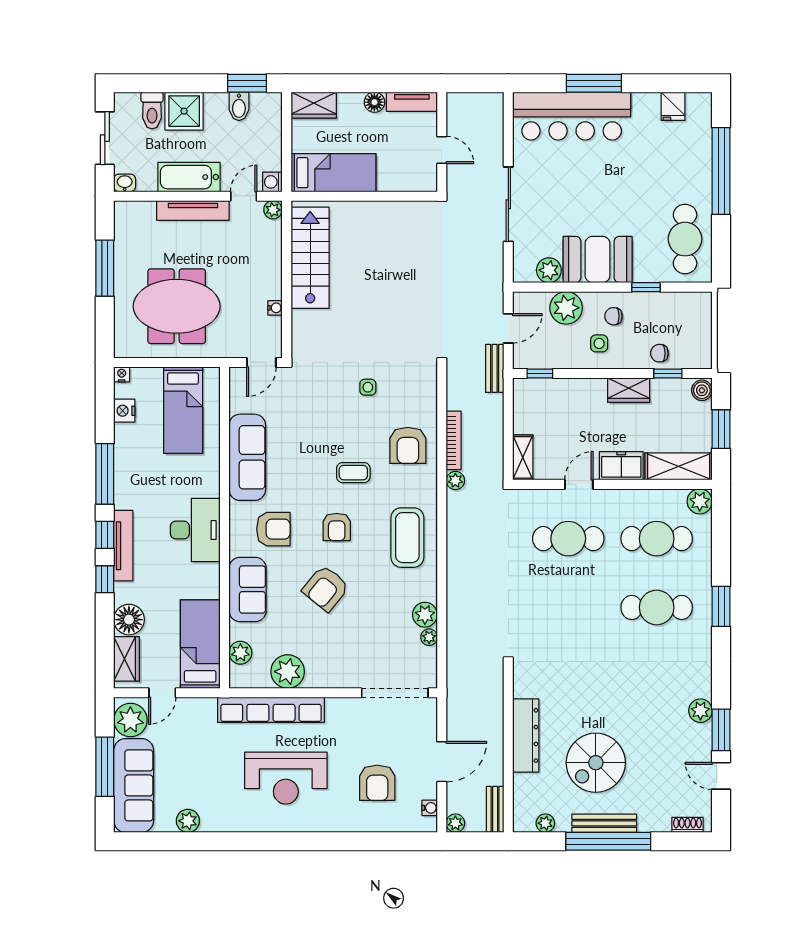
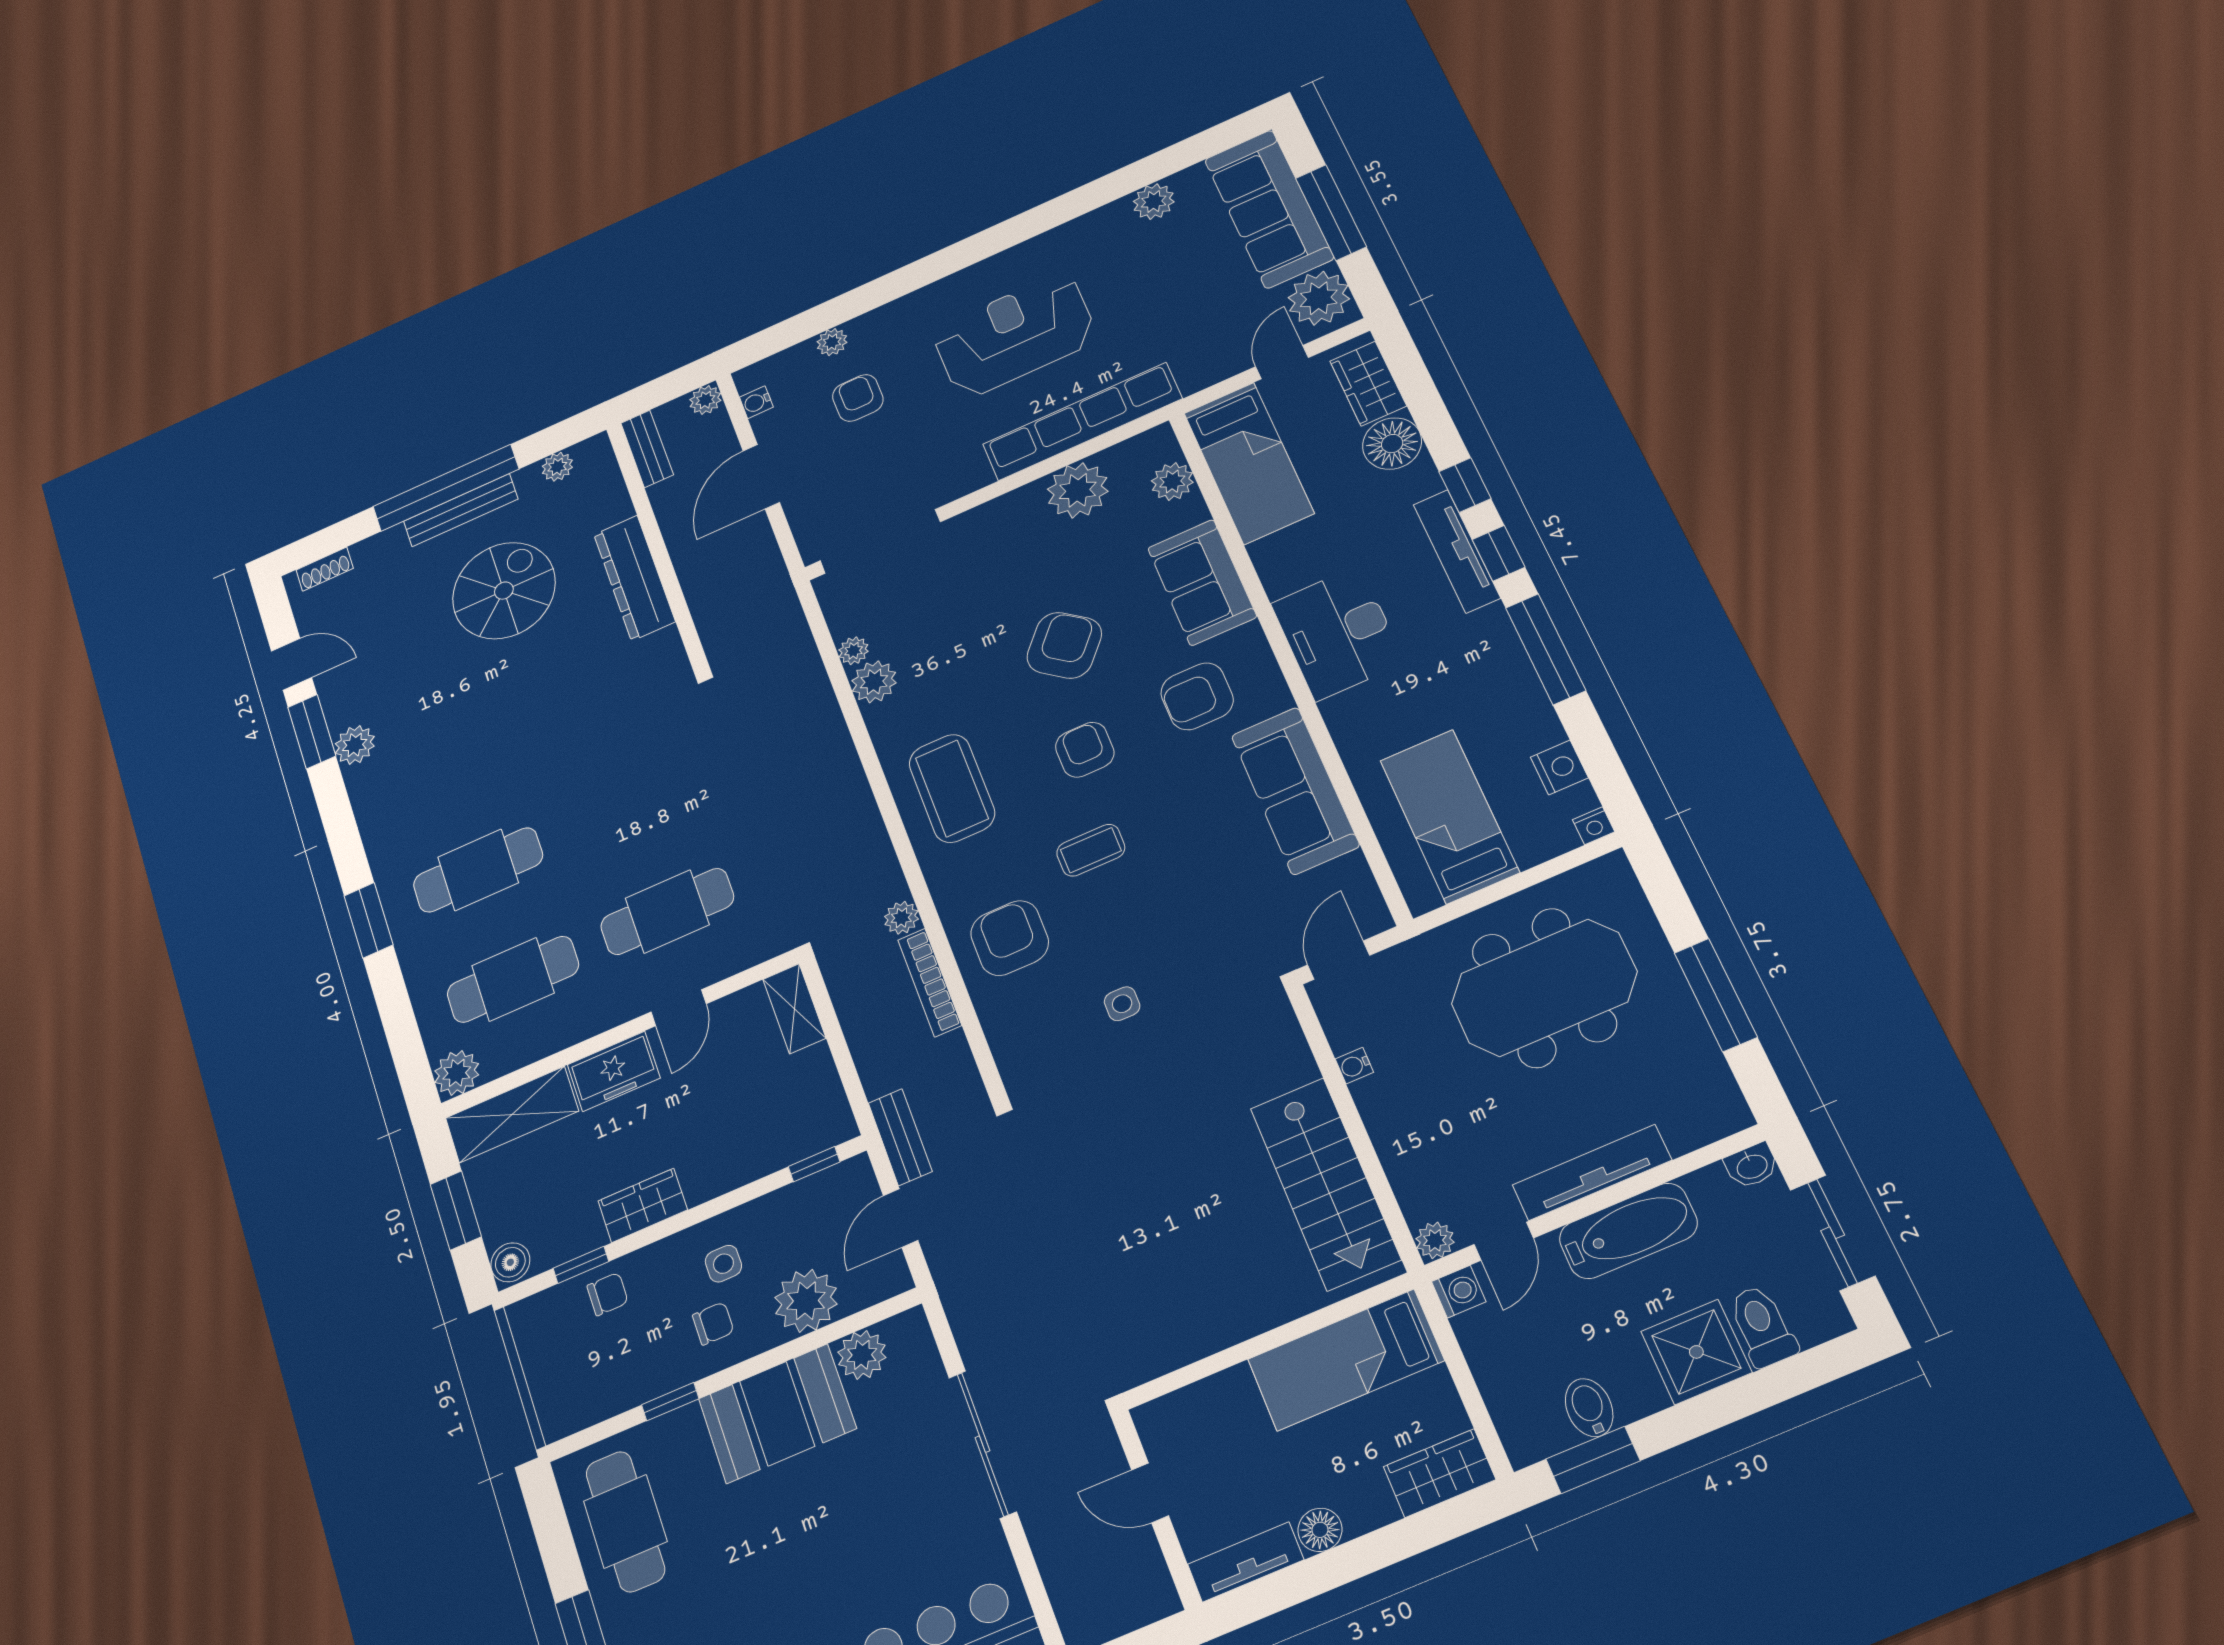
armchair: (377, 783) -> (858, 398), width x0.72, depth x0.72
plant: (379, 824) -> (832, 342), added

